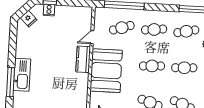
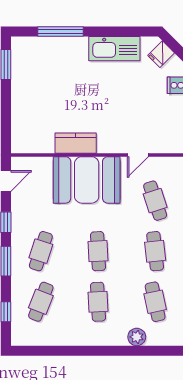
door: (92, 37) -> (138, 155), swing flipped
kitchen counter: (83, 59) -> (76, 143), moved
kitchen sink: (22, 75) -> (114, 49), moved

